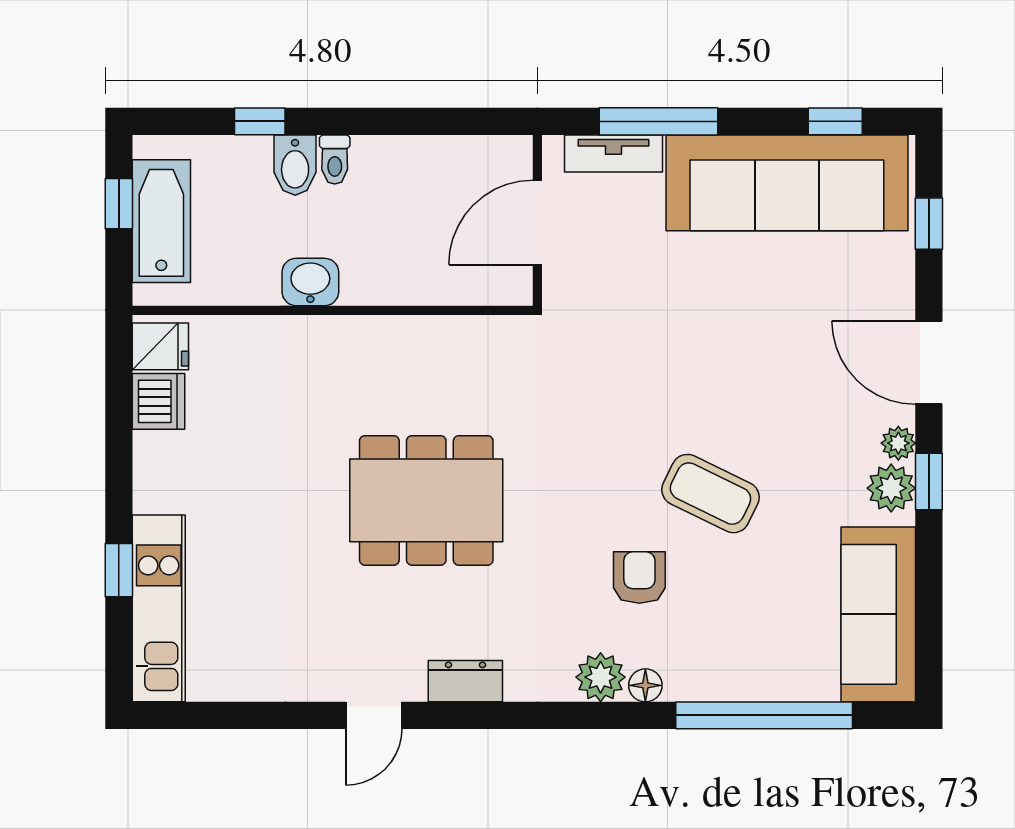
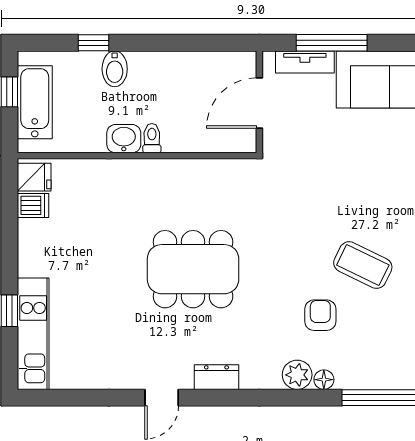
toilet: (335, 160) -> (152, 138), moved, turned 180
dishwasher: (158, 401) -> (33, 205), width x0.73

